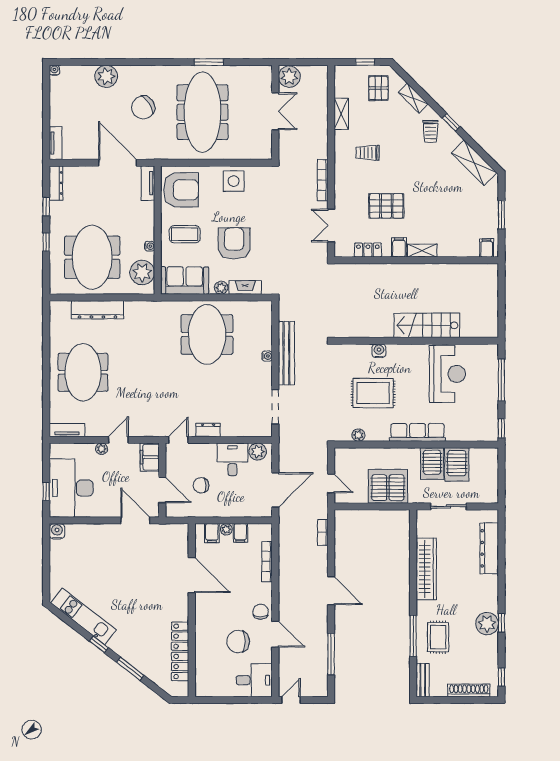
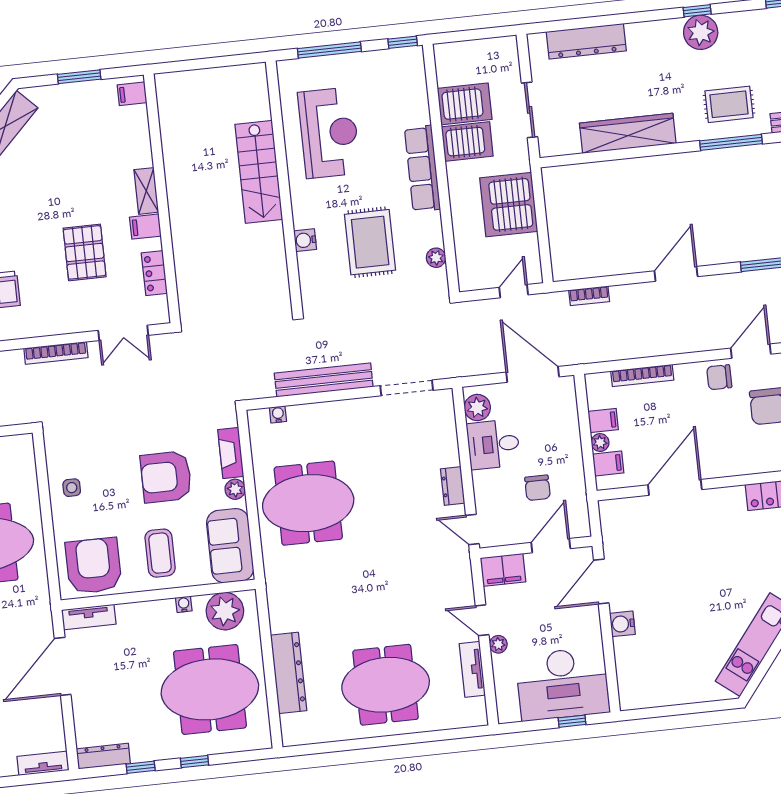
side table: (234, 181) -> (72, 488), width x0.54, depth x0.54
water cooler: (267, 356) -> (278, 414), moved
reception desk: (447, 374) -> (329, 133), turned 90
tv unit: (67, 430) -> (472, 669), moved
water cooler: (57, 531) -> (622, 624), moved

